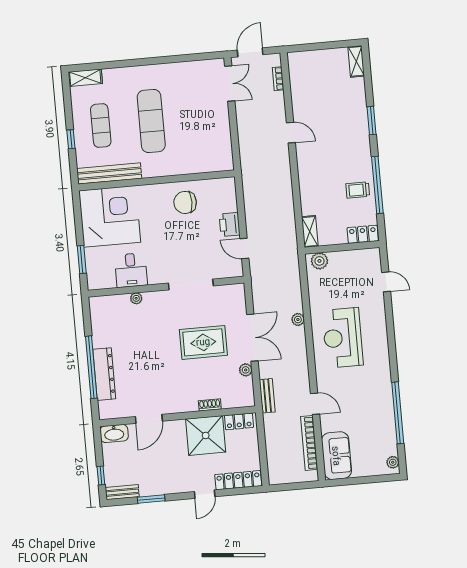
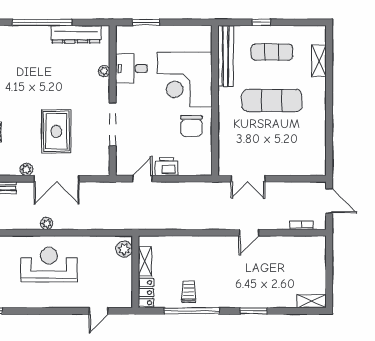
shelving: (85, 78) -> (319, 61), moved
double door: (230, 84) -> (248, 179), moved
chair: (185, 202) -> (191, 126), turned 180
corner desk: (110, 216) -> (184, 79), moved, turned 90
shelving: (310, 231) -> (145, 261), moved, turned 90
plant: (298, 320) -> (47, 224), moved
dresser: (104, 374) -> (76, 34), moved

